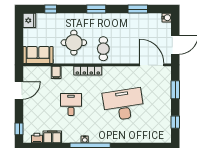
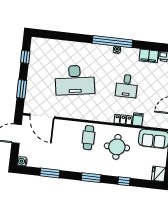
window: (51, 9) -> (124, 181), moved
locker: (88, 71) -> (123, 119), moved, width x0.66

